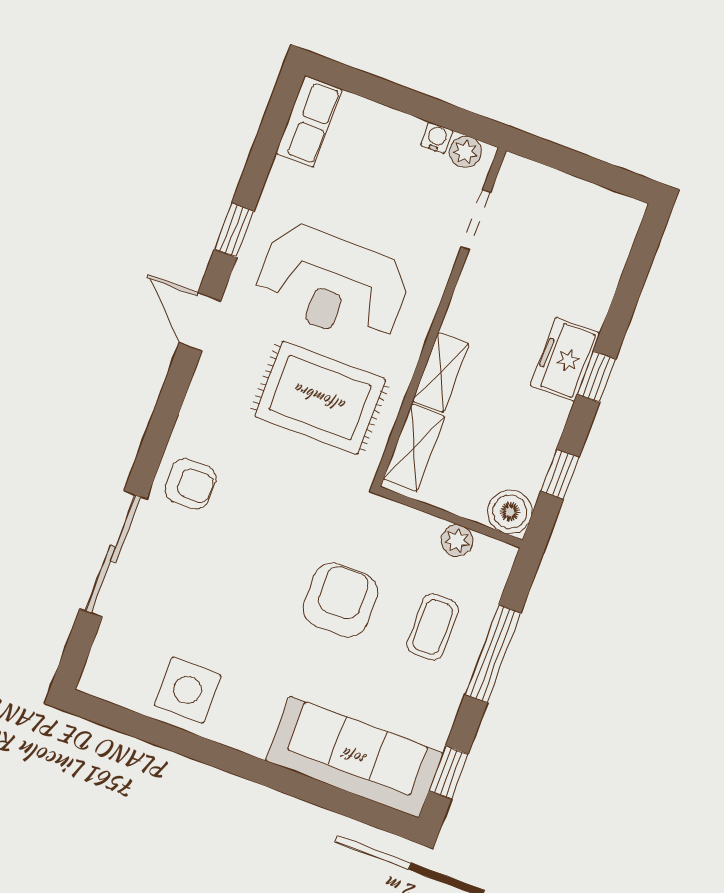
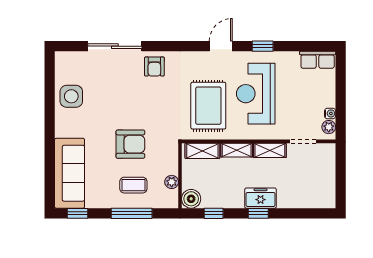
shelving: (468, 300) -> (270, 150), added

